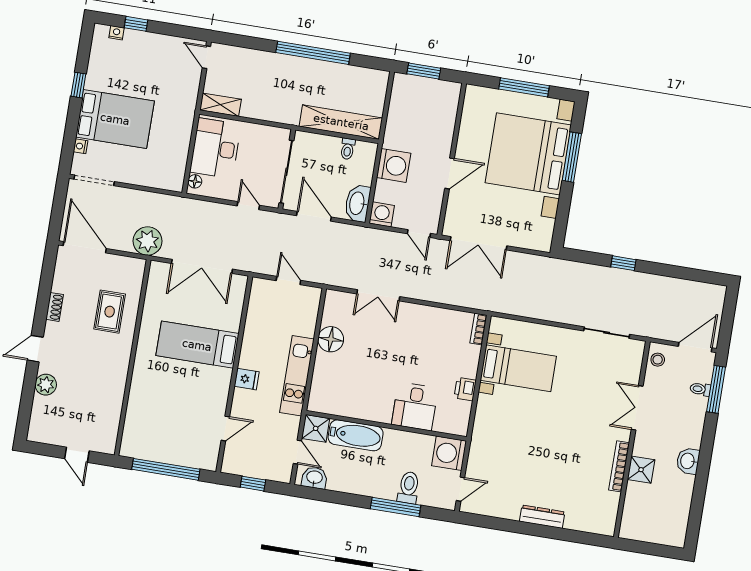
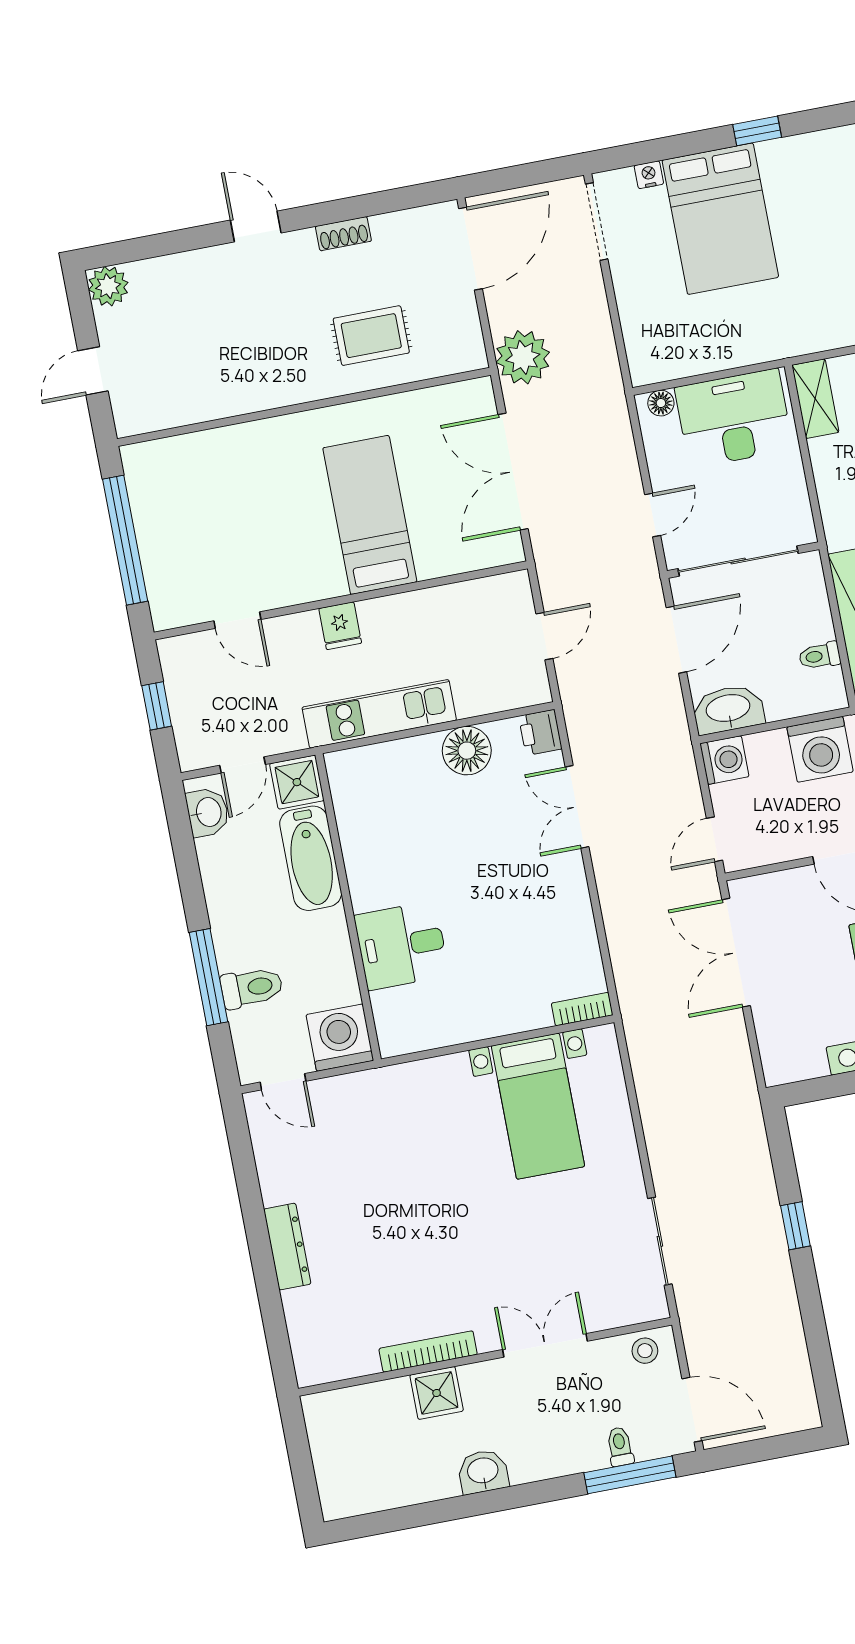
plant: (46, 385) -> (108, 286), moved
printer: (465, 389) -> (540, 732), moved, turned -90

